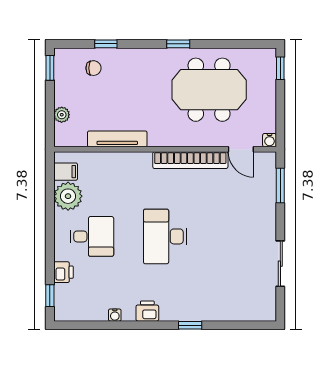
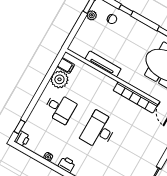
plant: (62, 115) -> (92, 15), moved
printer: (63, 272) -> (22, 139), moved

